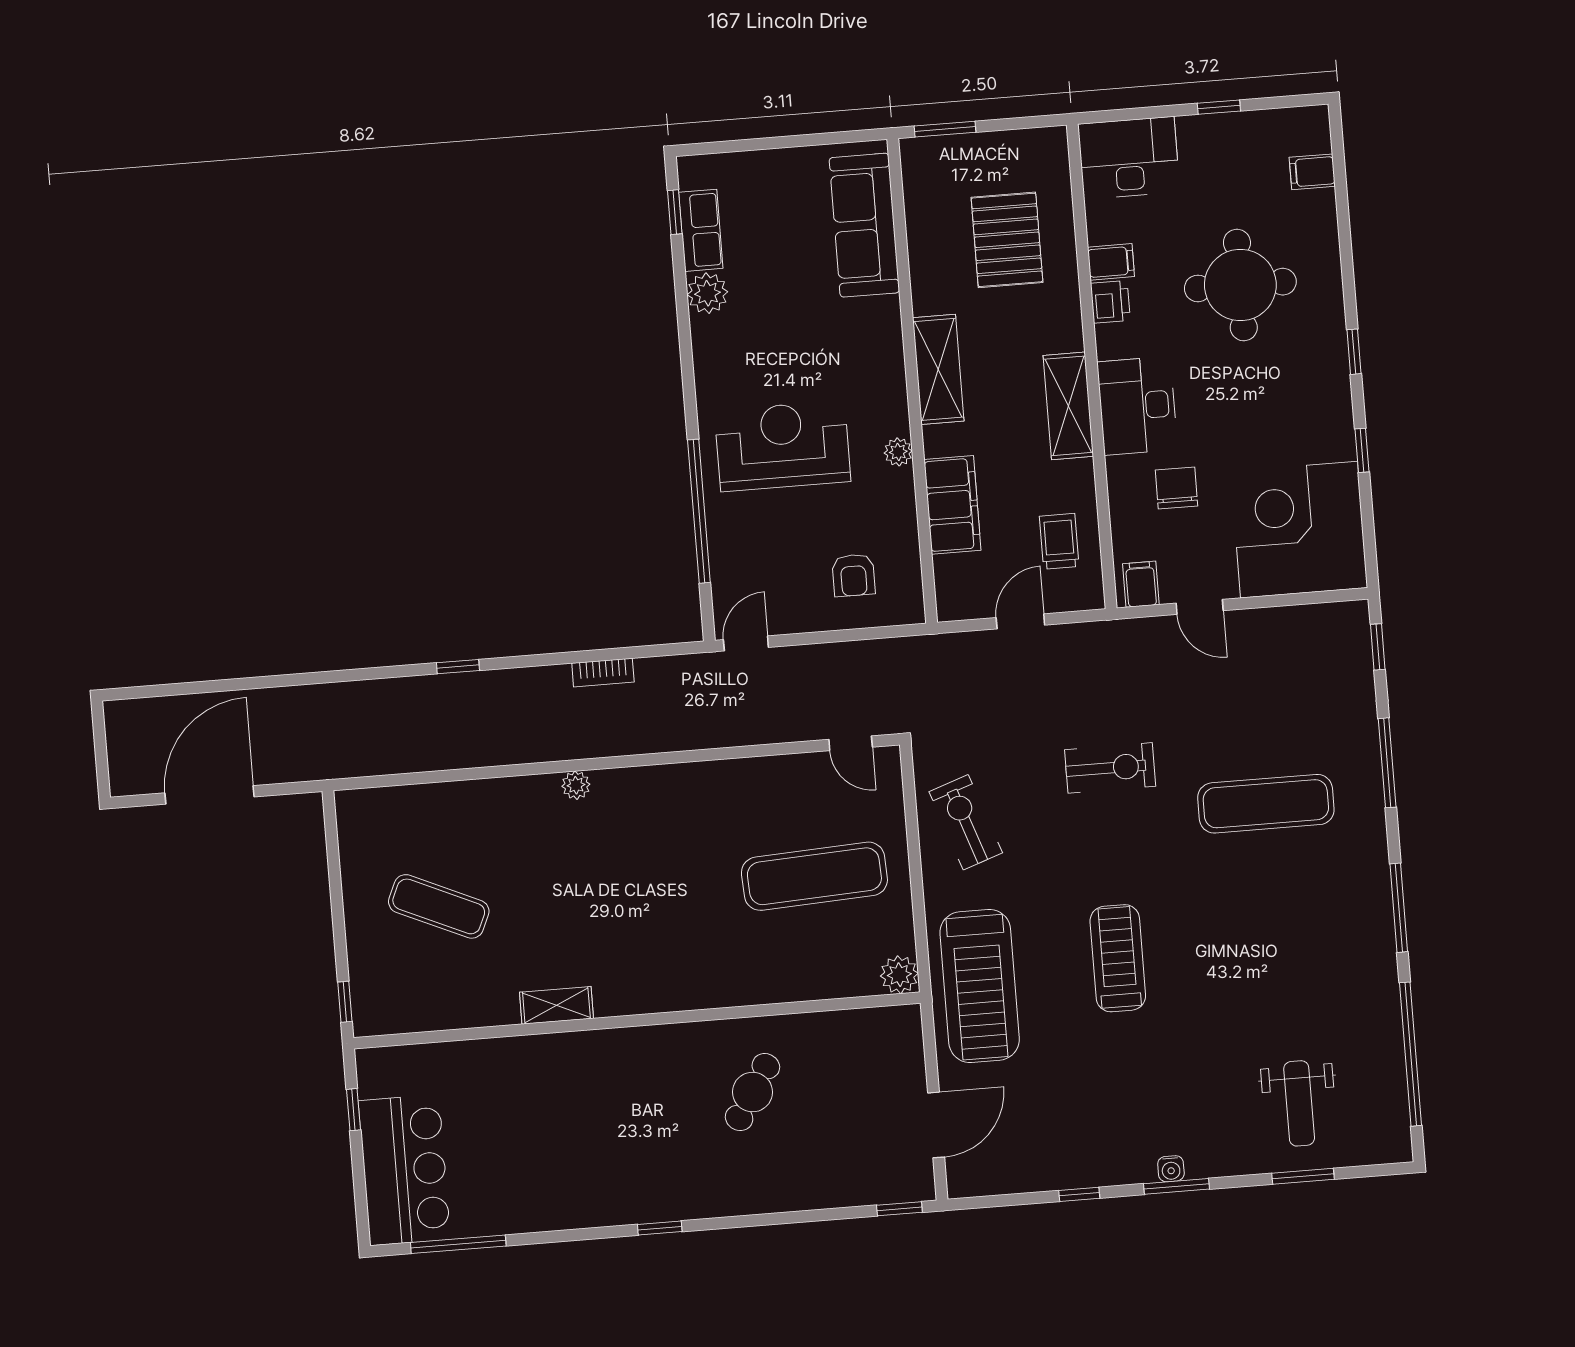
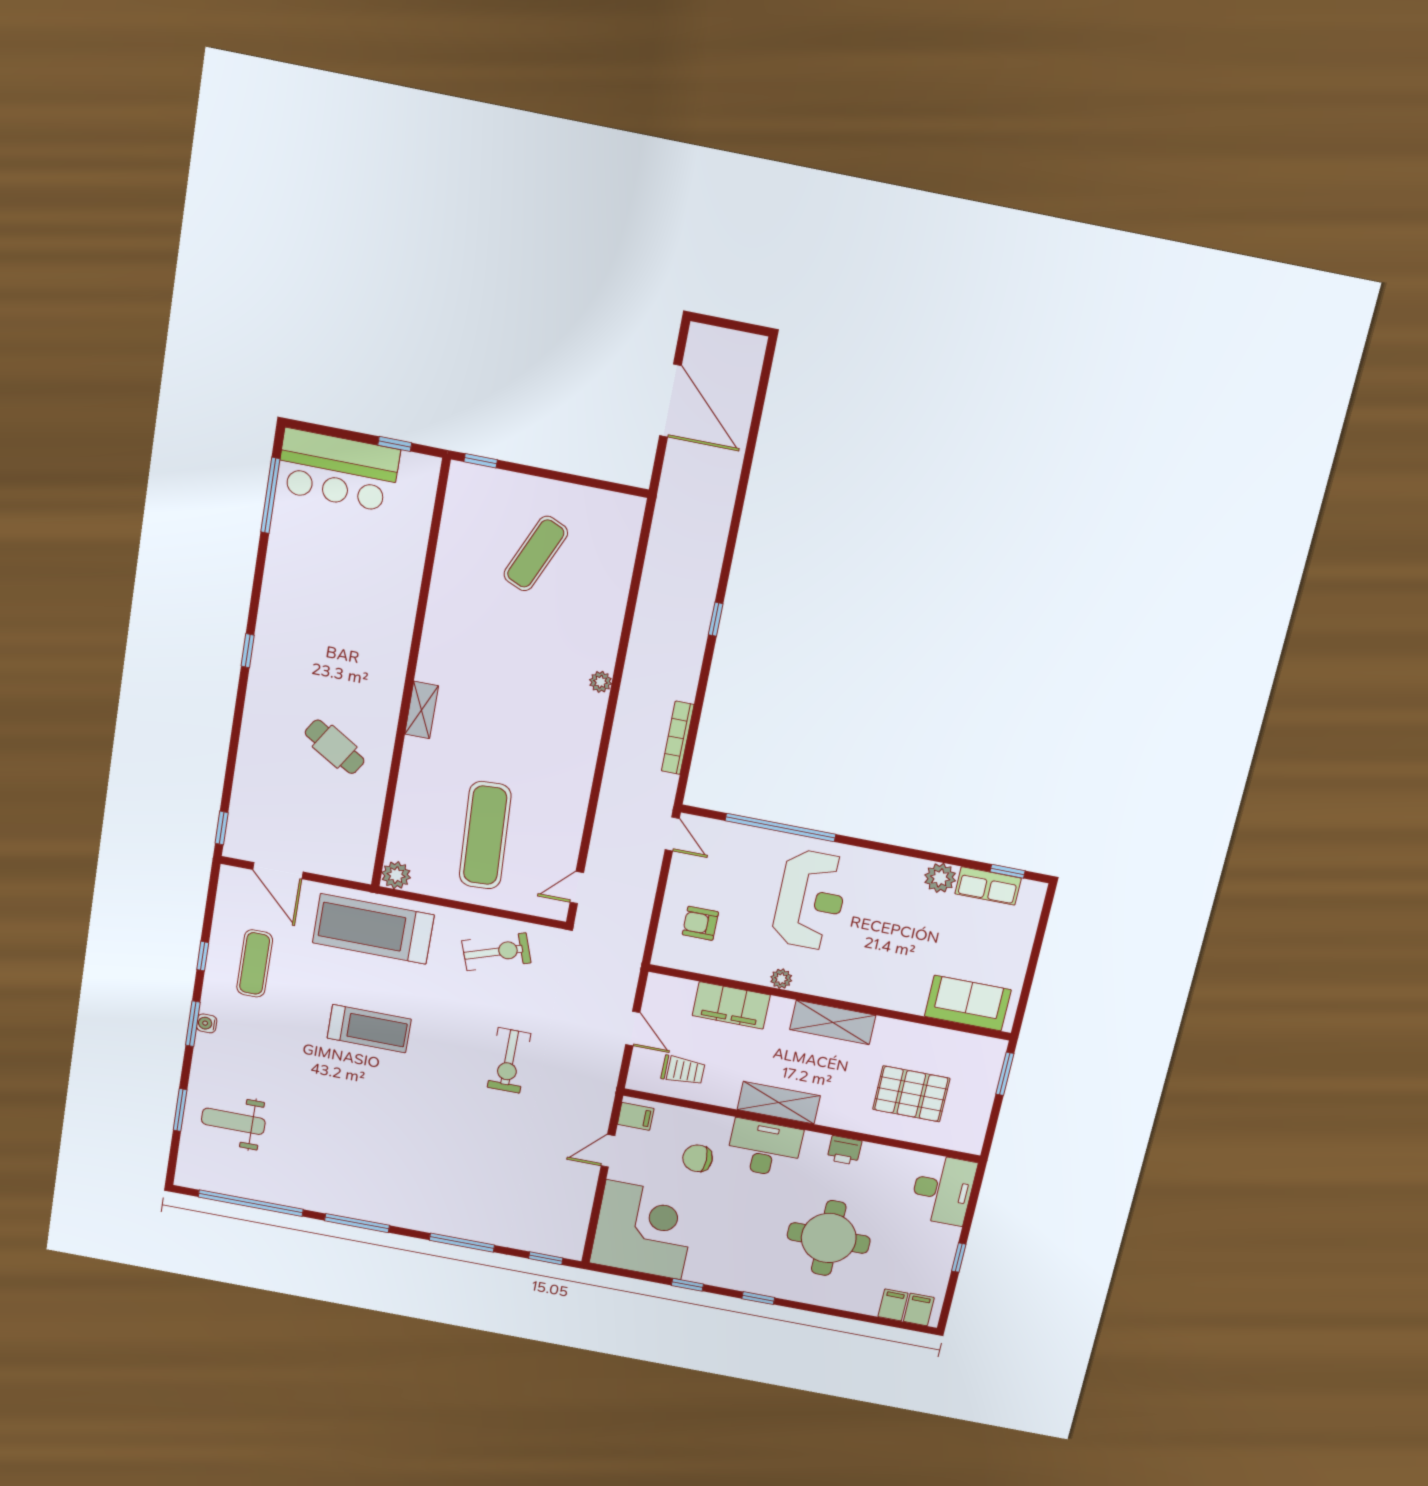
sofa: (864, 225) -> (968, 1003), width x0.73
filing cabinet: (1111, 262) -> (919, 1309), moved, turned 180
chair: (1177, 488) -> (698, 1158), turned 180
bookcase: (603, 672) -> (678, 738), width x1.56
exercise mat: (1266, 804) -> (255, 963), moved, width x0.73, depth x0.69
shelving: (556, 1005) -> (422, 710), moved

